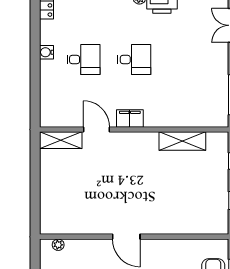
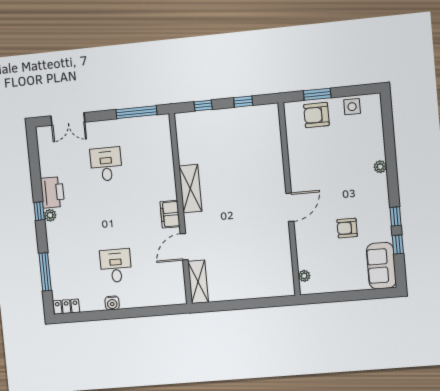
desk: (134, 60) -> (106, 164), moved
shelving: (182, 141) -> (190, 189), moved

